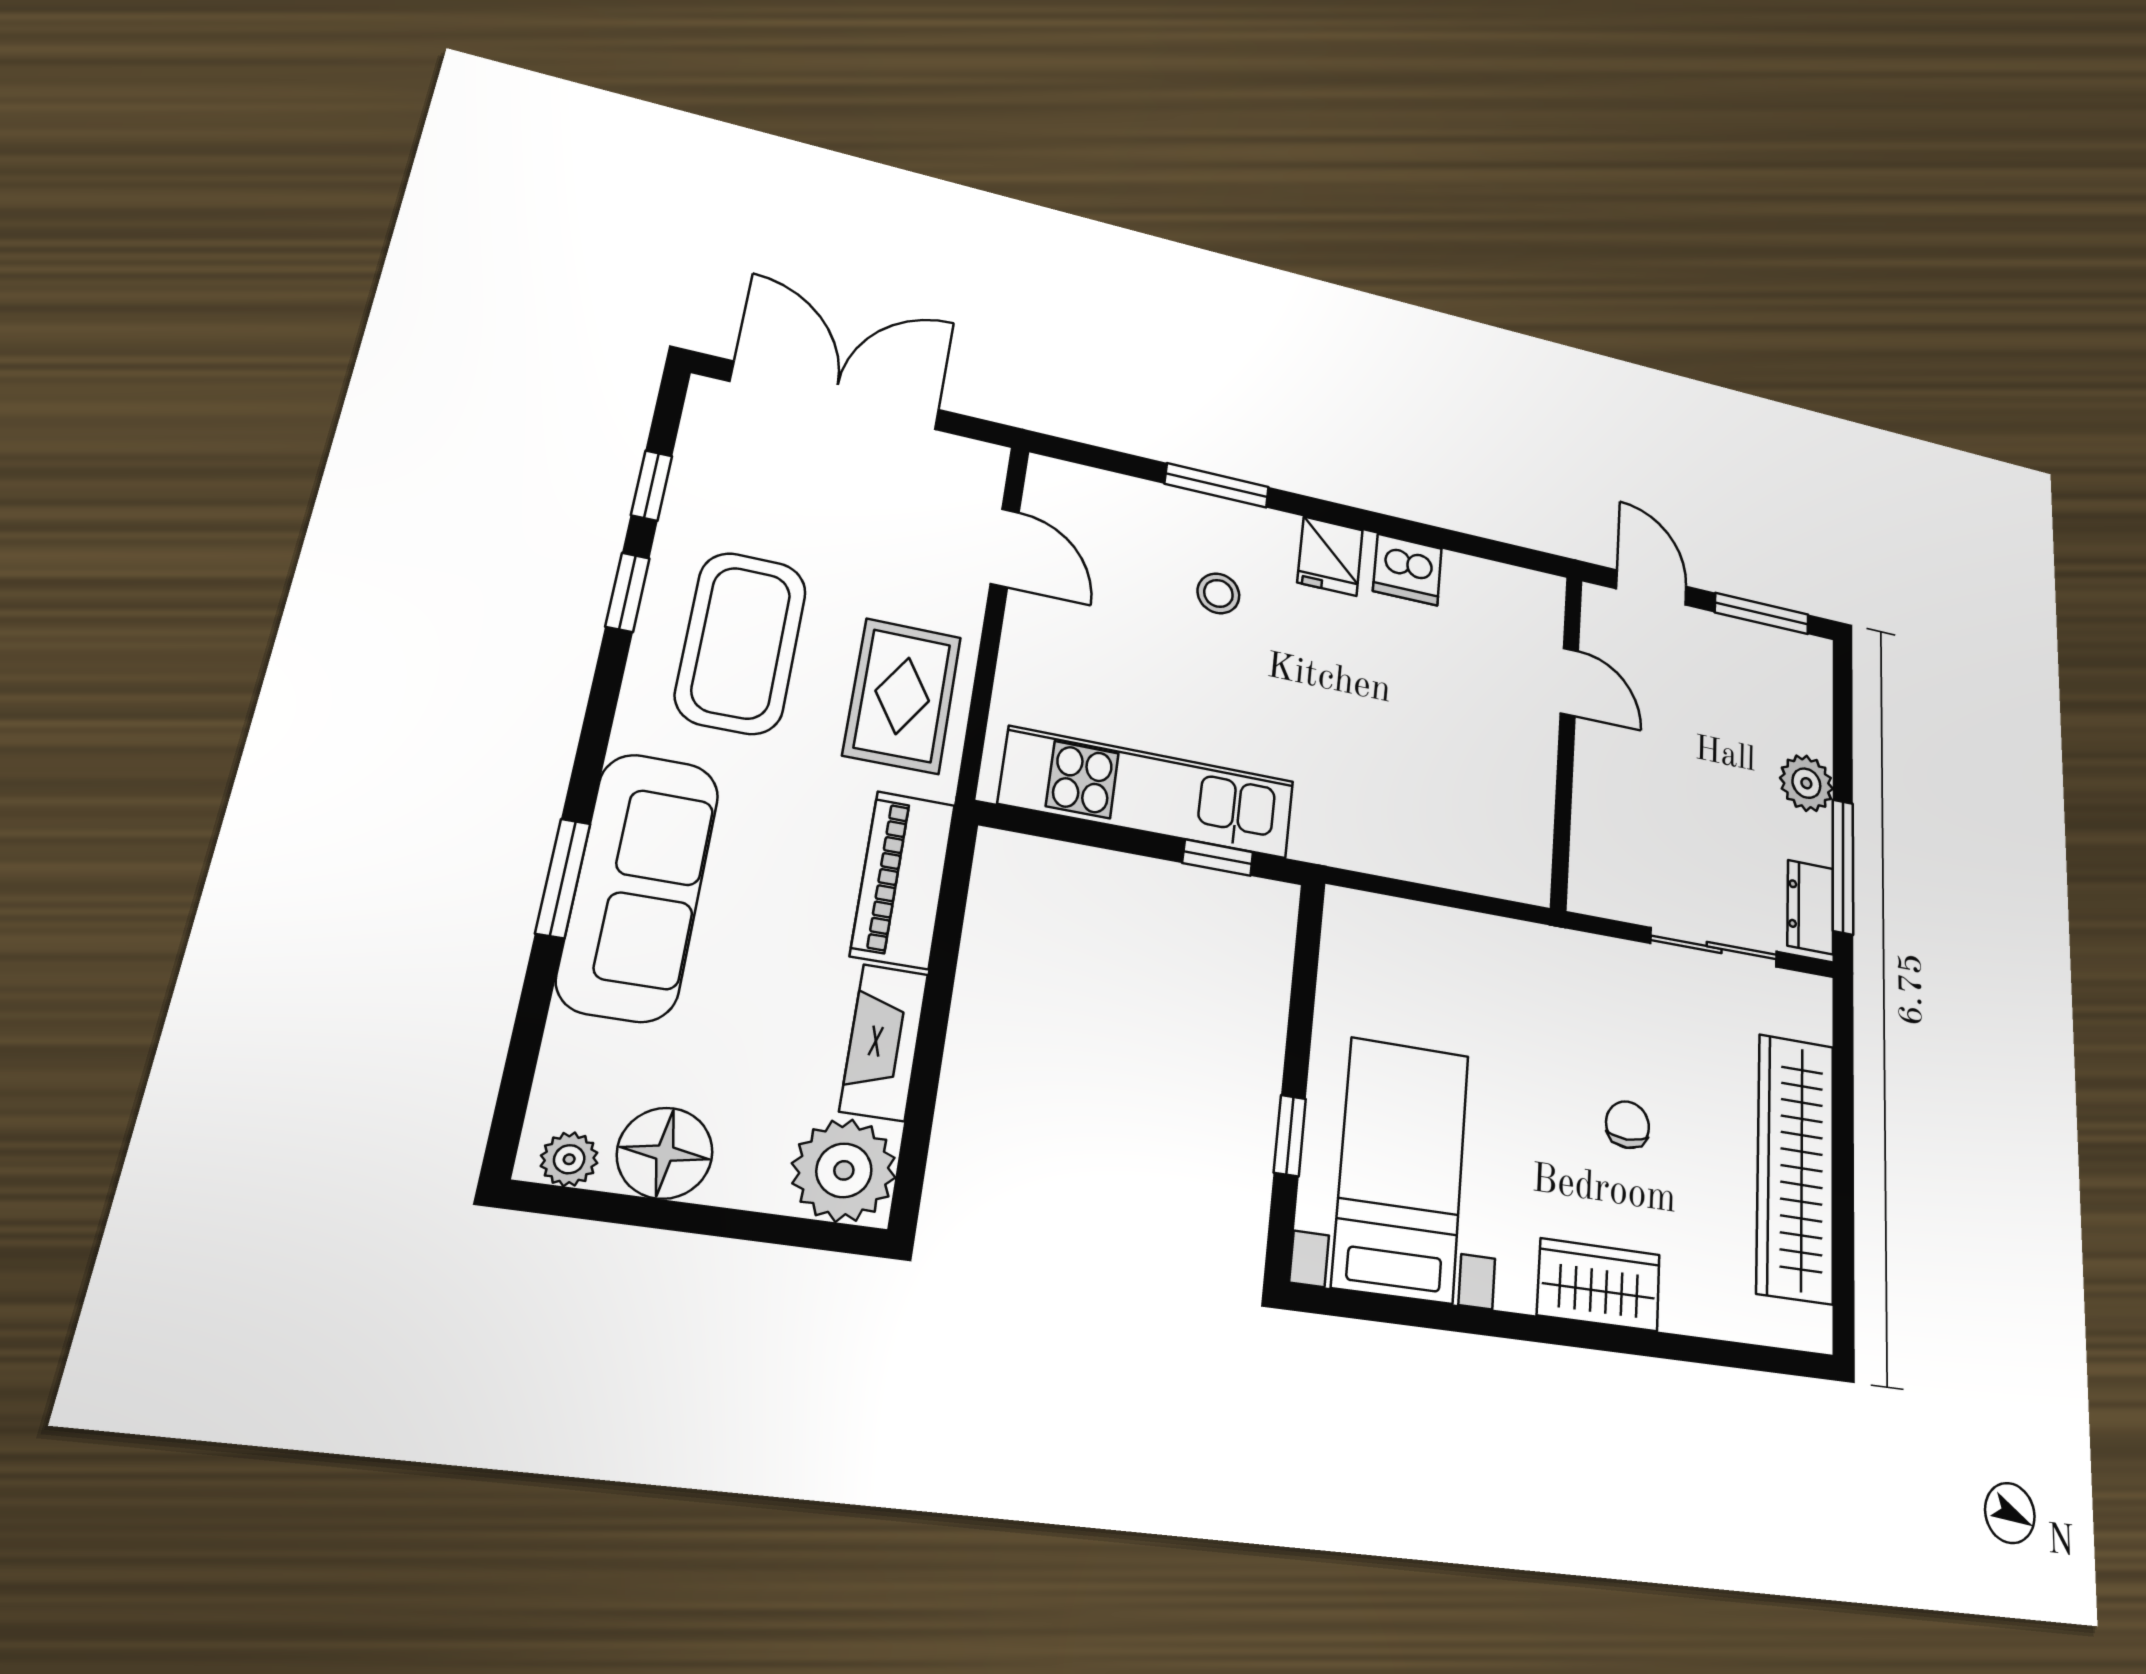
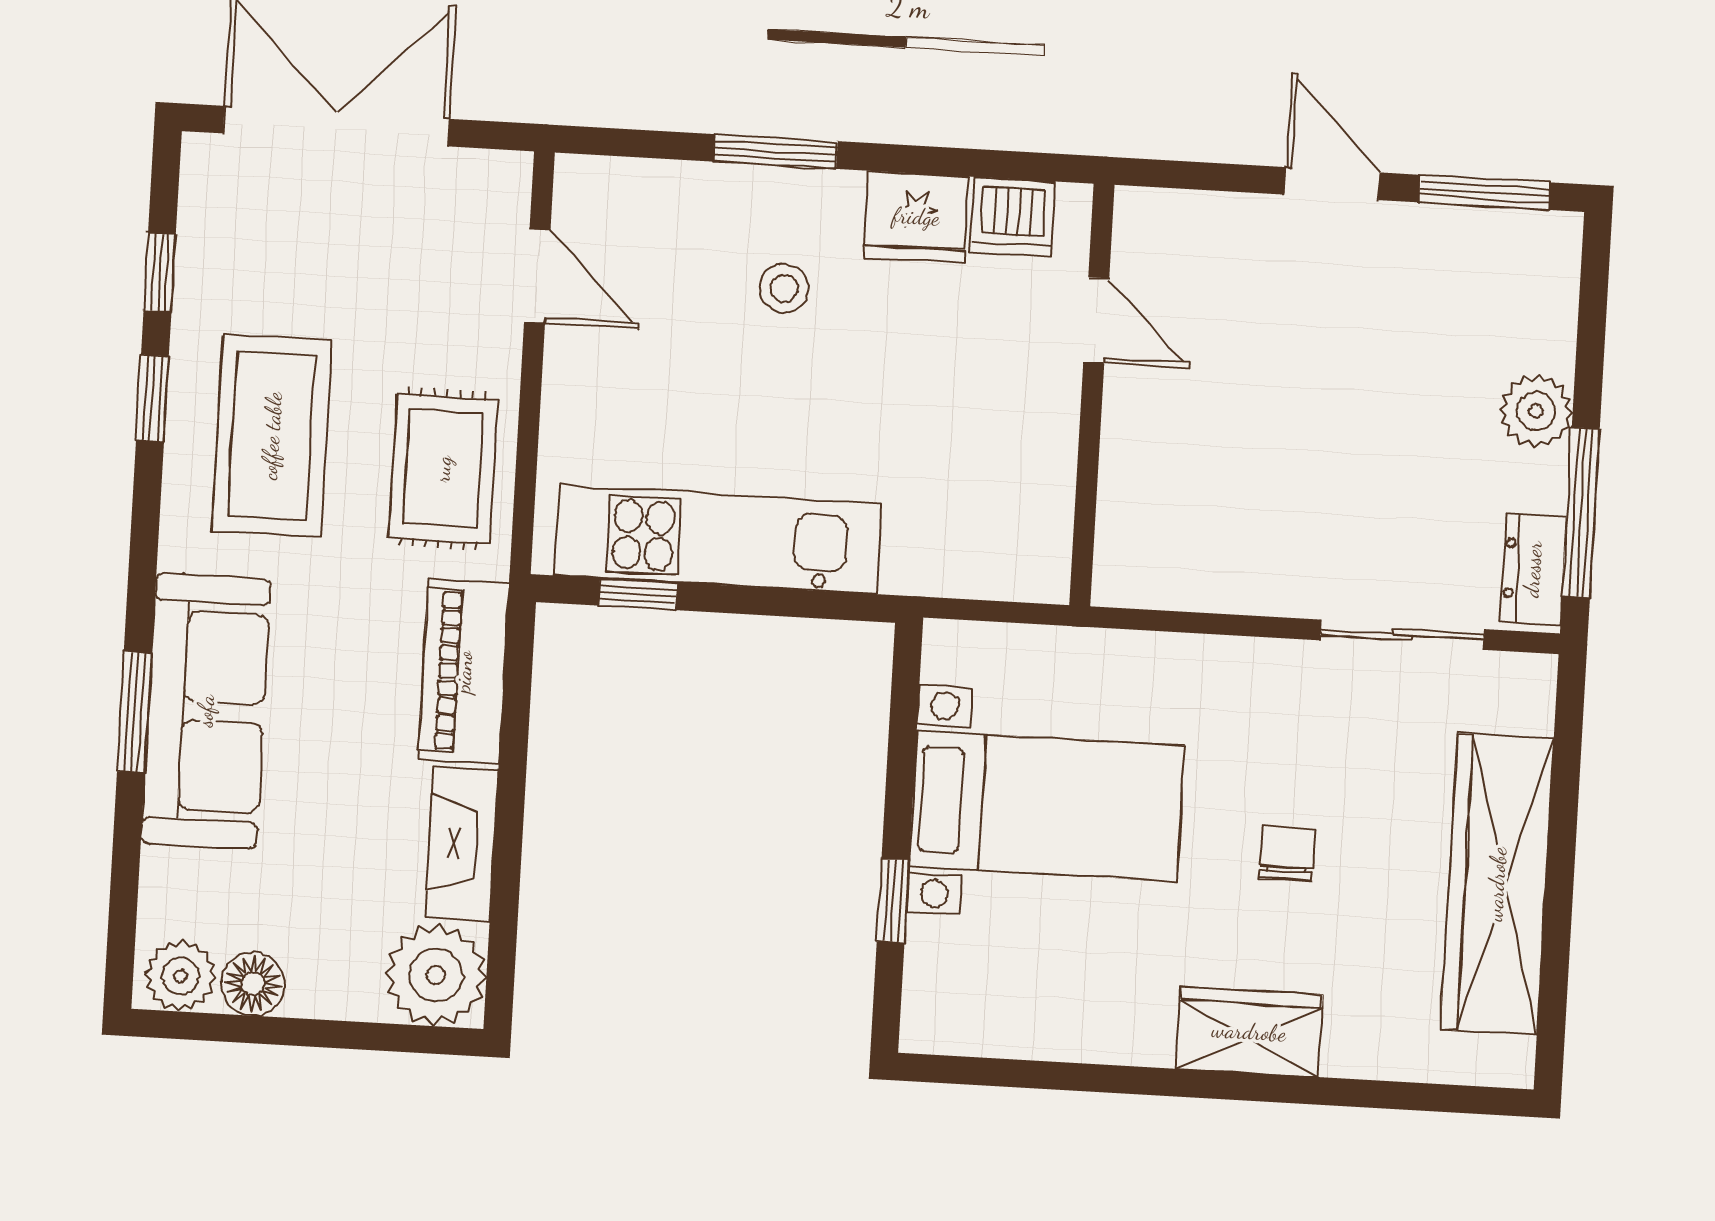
fridge: (1330, 556) -> (916, 217), width x1.38
door: (1569, 682) -> (1096, 320), moved
wall: (1566, 740) -> (1092, 395), moved
window: (1218, 858) -> (638, 594), moved
floor lamp: (665, 1153) -> (253, 984), width x0.73, depth x0.73
plant: (569, 1159) -> (180, 976), width x1.38, depth x1.38
bed with nightstands: (1401, 1169) -> (1047, 806), moved, turned 90

